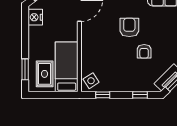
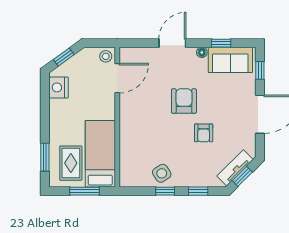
side table: (91, 81) -> (162, 173), moved
window: (55, 95) -> (84, 191), added
window: (103, 95) -> (165, 191), moved

